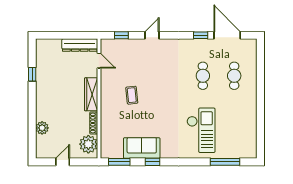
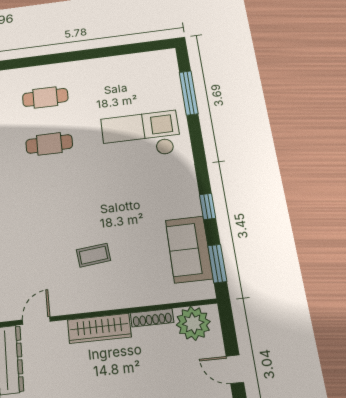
sofa: (142, 148) -> (189, 249), moved

